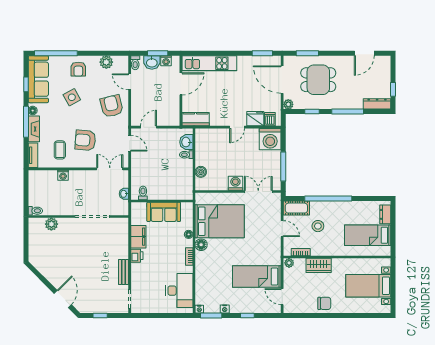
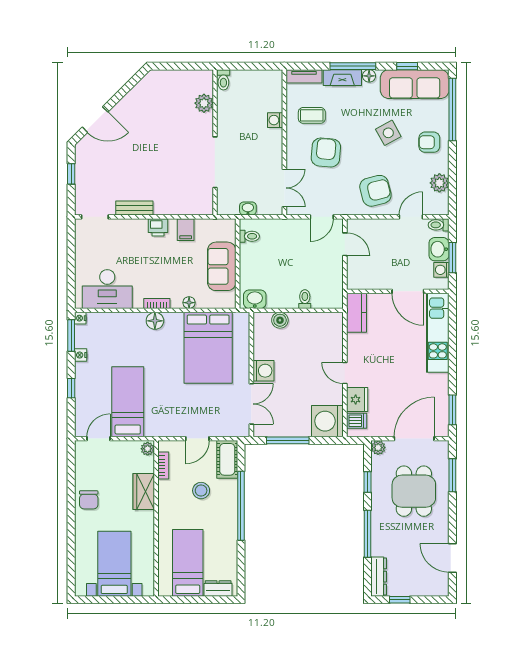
washbasin: (186, 142) -> (255, 299), moved
filing cabinet: (138, 237) -> (186, 230), width x0.50
floor lamp: (201, 245) -> (155, 321), moved

